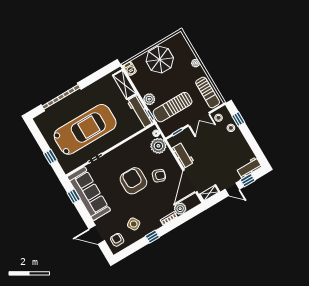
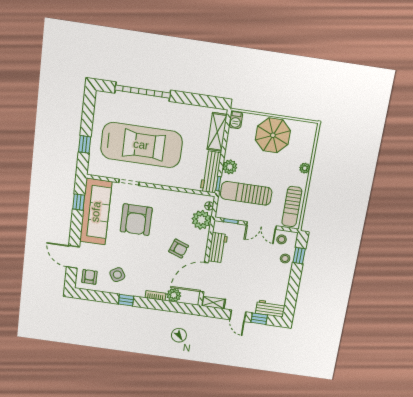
armchair: (133, 181) -> (136, 220), moved, turned 180

